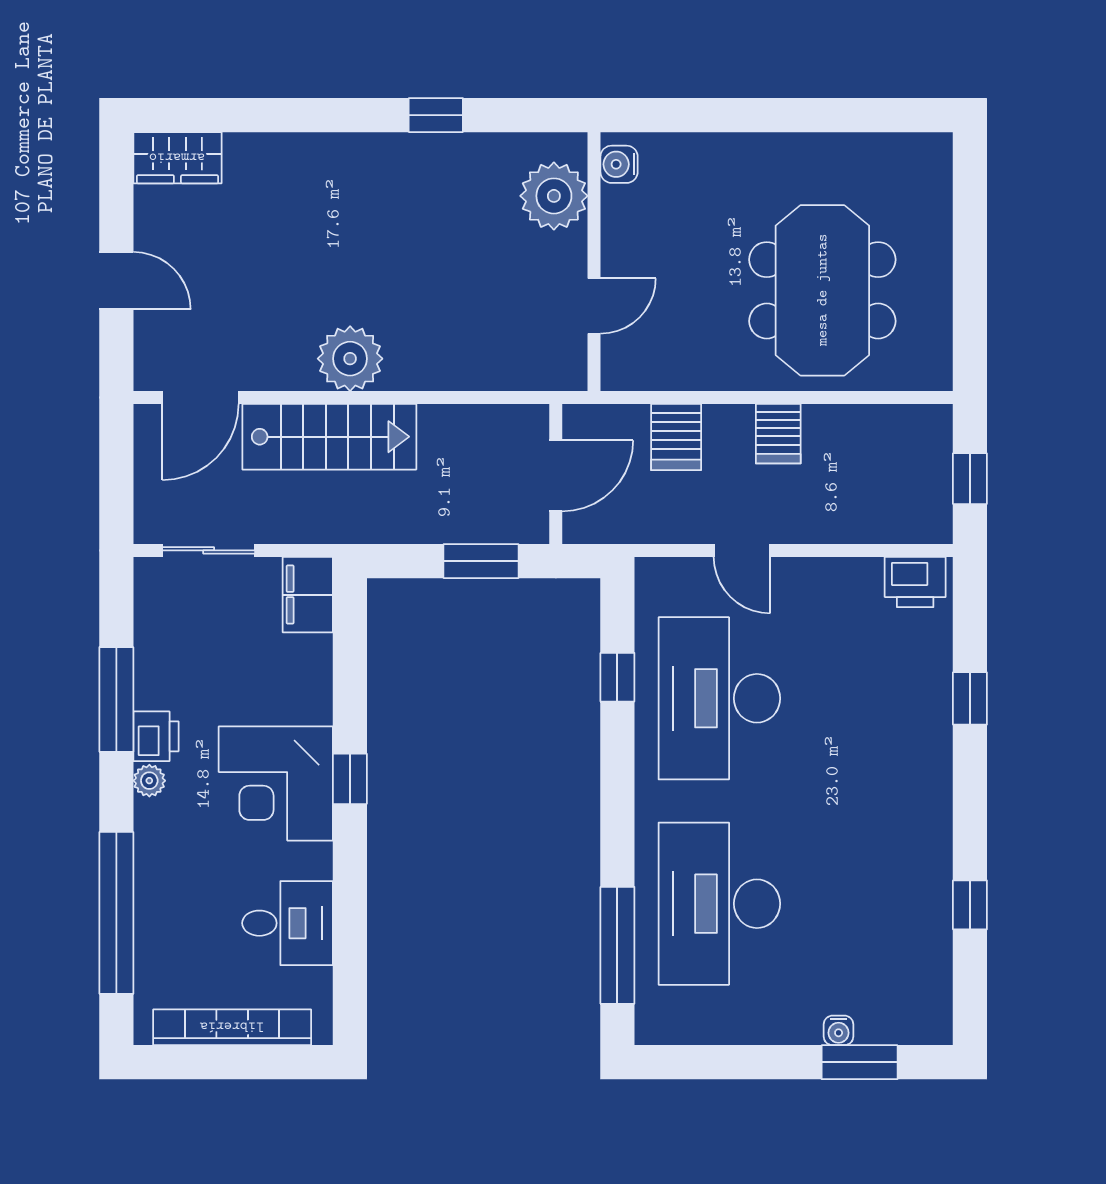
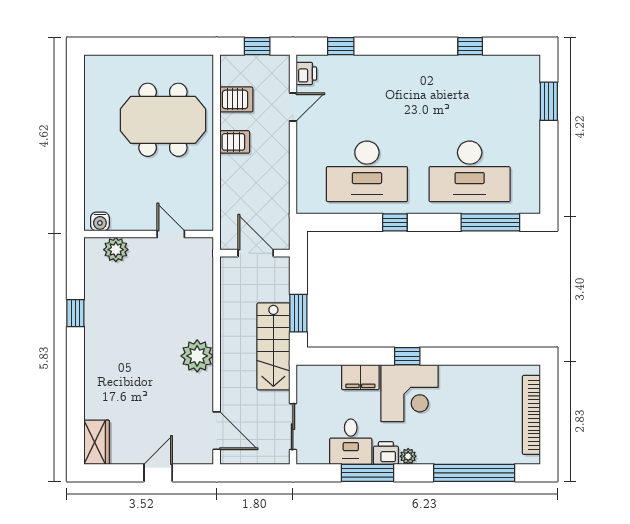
plant: (554, 196) -> (116, 250), width x0.73, depth x0.73
stairs: (329, 437) -> (273, 346), moved, turned 180
server rack: (676, 437) -> (236, 99), moved
door: (742, 550) -> (293, 107), moved
window: (481, 561) -> (298, 313), moved
printer: (915, 582) -> (306, 73), width x0.73, depth x0.81
filing cabinet: (308, 595) -> (360, 377), moved
window: (617, 677) -> (395, 222), moved
window: (970, 698) -> (341, 46), moved
desk: (288, 923) -> (351, 442), moved, turned 180
water cooler: (839, 1030) -> (533, 112), removed

